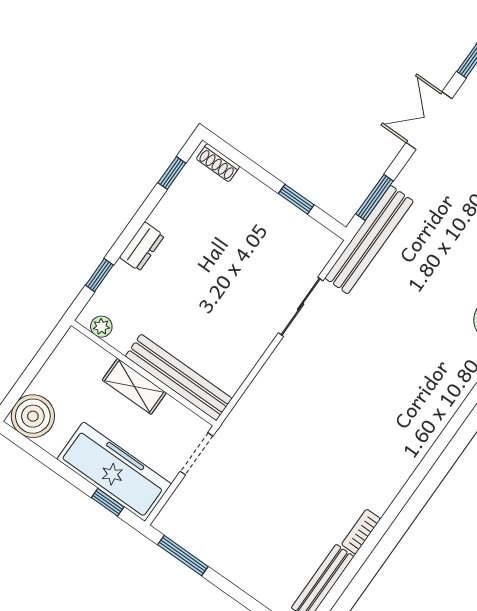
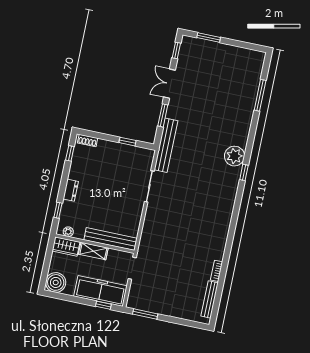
window: (375, 197) -> (163, 115), moved
wardrobe: (84, 354) -> (66, 247), added

